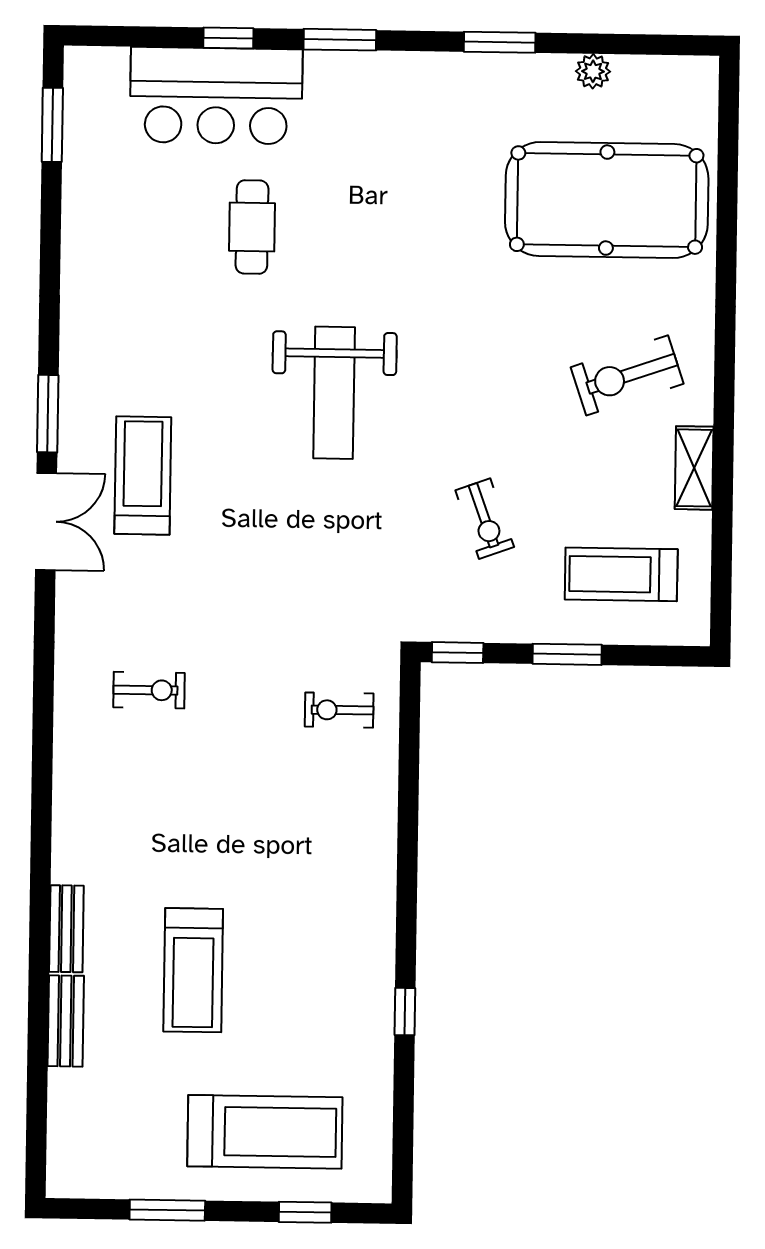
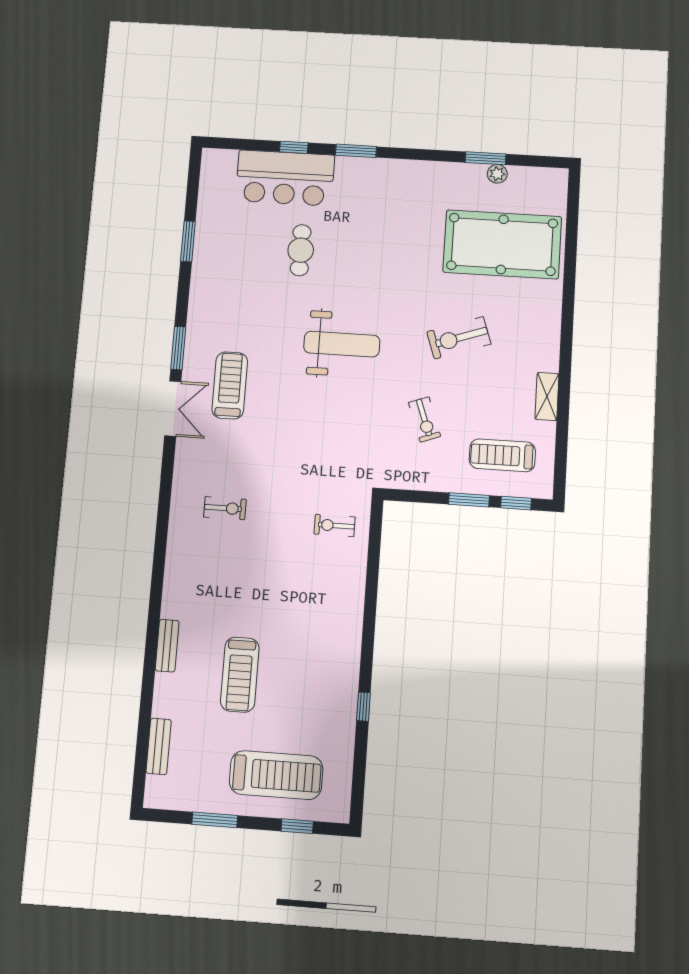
window: (500, 42) -> (486, 158), moved
window: (52, 125) -> (188, 241), moved
exercise bike: (627, 375) -> (459, 338), moved
weight bench: (334, 393) -> (342, 344), turned -90
window: (458, 653) -> (516, 503), moved
bench: (66, 1021) -> (159, 746), moved

